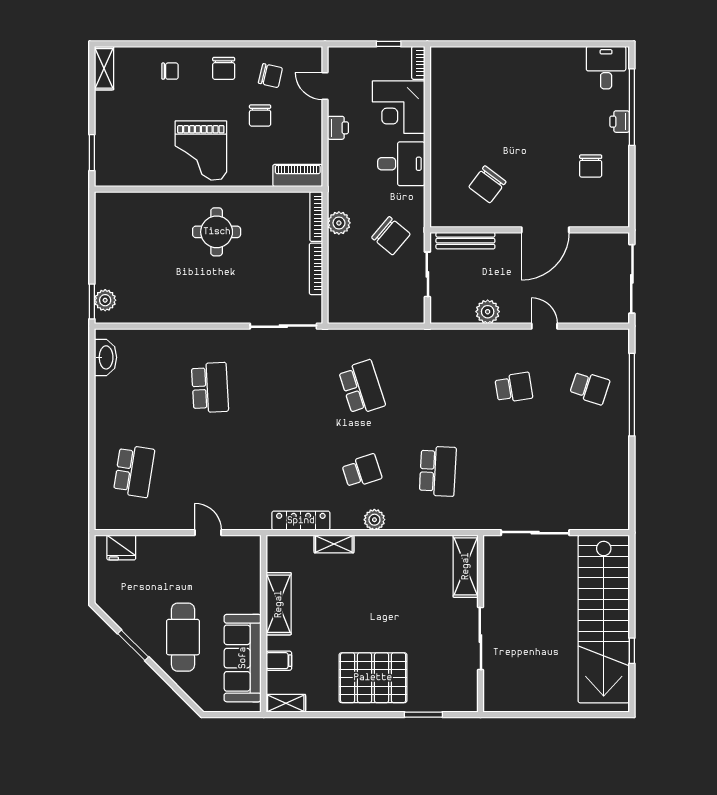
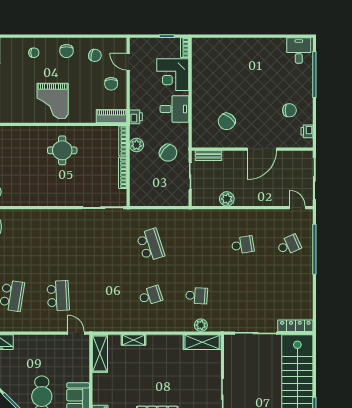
chair: (260, 116) -> (111, 84), moved
printer: (620, 122) -> (307, 131), moved
printer: (338, 128) -> (136, 117), moved
chair: (591, 166) -> (289, 110), turned -90
bench: (465, 241) -> (209, 156), width x0.73
door: (544, 326) -> (297, 208), moved
school desk: (210, 388) -> (58, 296), moved
school desk: (590, 388) -> (289, 245), turned -42
school desk: (438, 471) -> (197, 296), width x0.54
plant: (374, 520) -> (201, 325), moved
locker: (301, 521) -> (295, 326), moved
door: (208, 533) -> (76, 333), moved
shelving: (466, 566) -> (202, 342), moved, turned 90
shelving: (279, 604) -> (100, 353), moved

